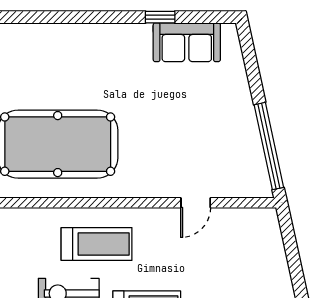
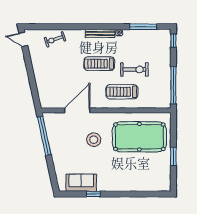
stool: (159, 138) -> (94, 140), added
door: (196, 203) -> (77, 110), width x1.88

